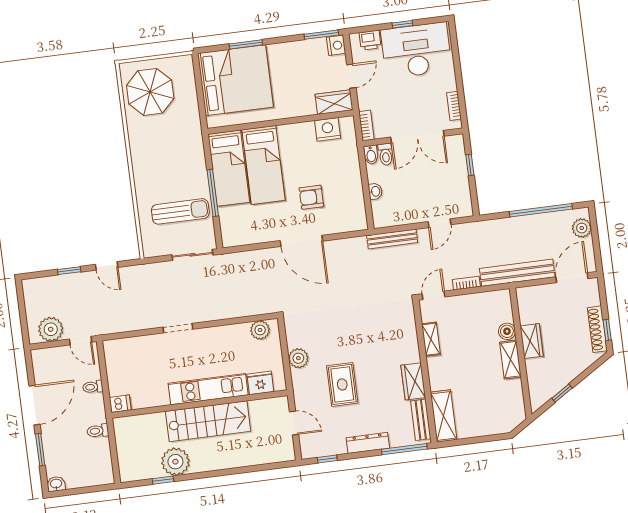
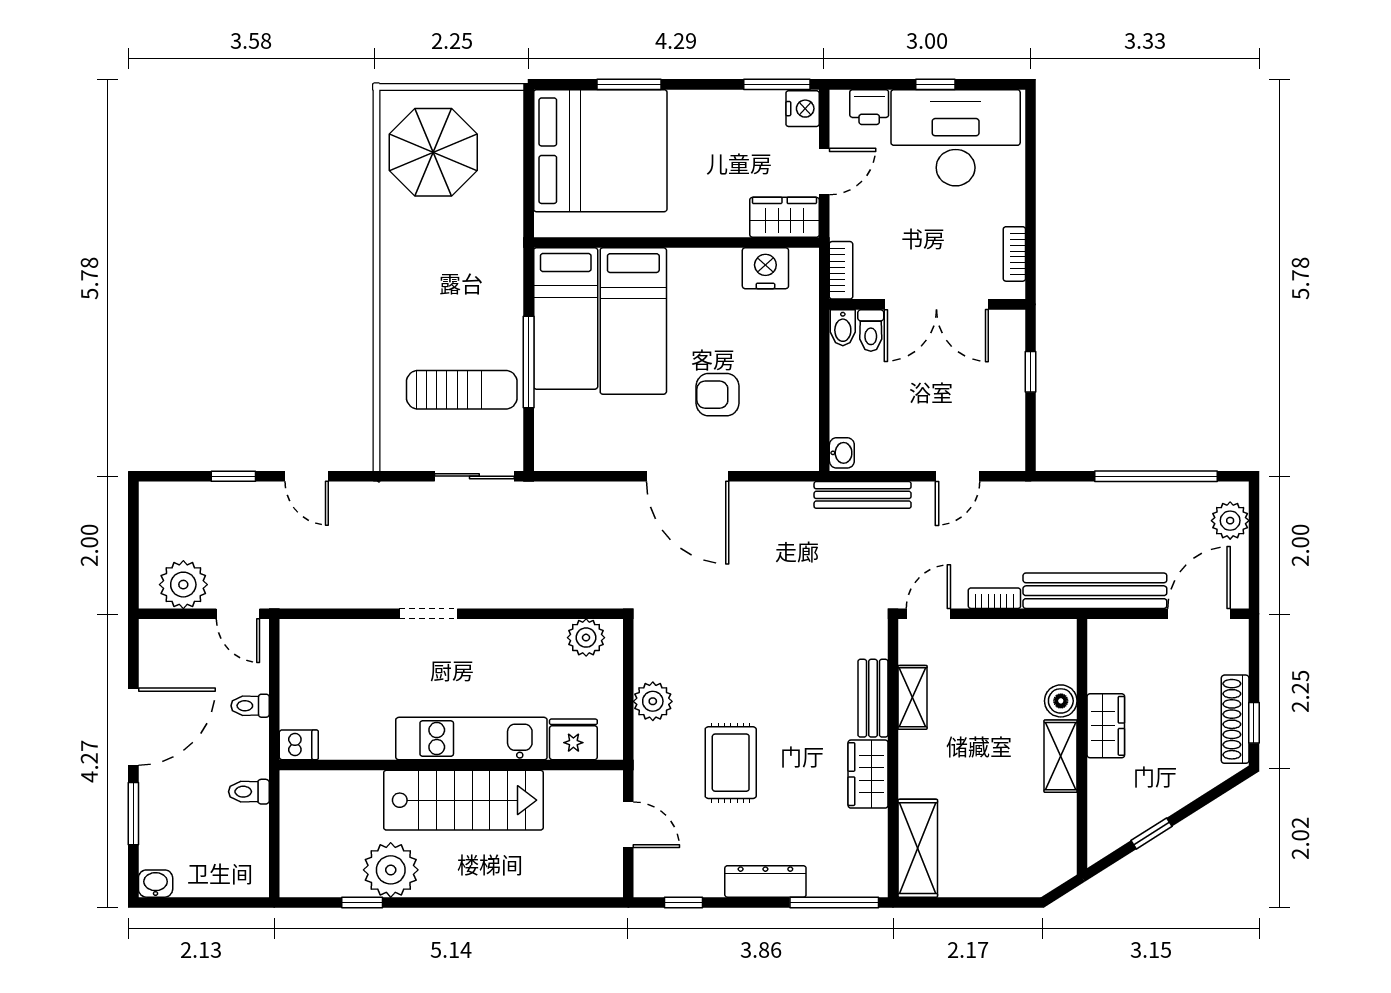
washbasin: (375, 191) -> (842, 453), moved
bench: (421, 420) -> (873, 698), moved

